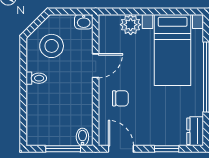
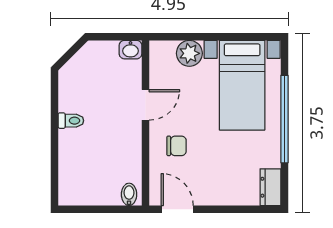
stool: (52, 46) -> (90, 80), removed
window: (63, 149) -> (105, 209), removed
window: (167, 149) -> (235, 209), removed

